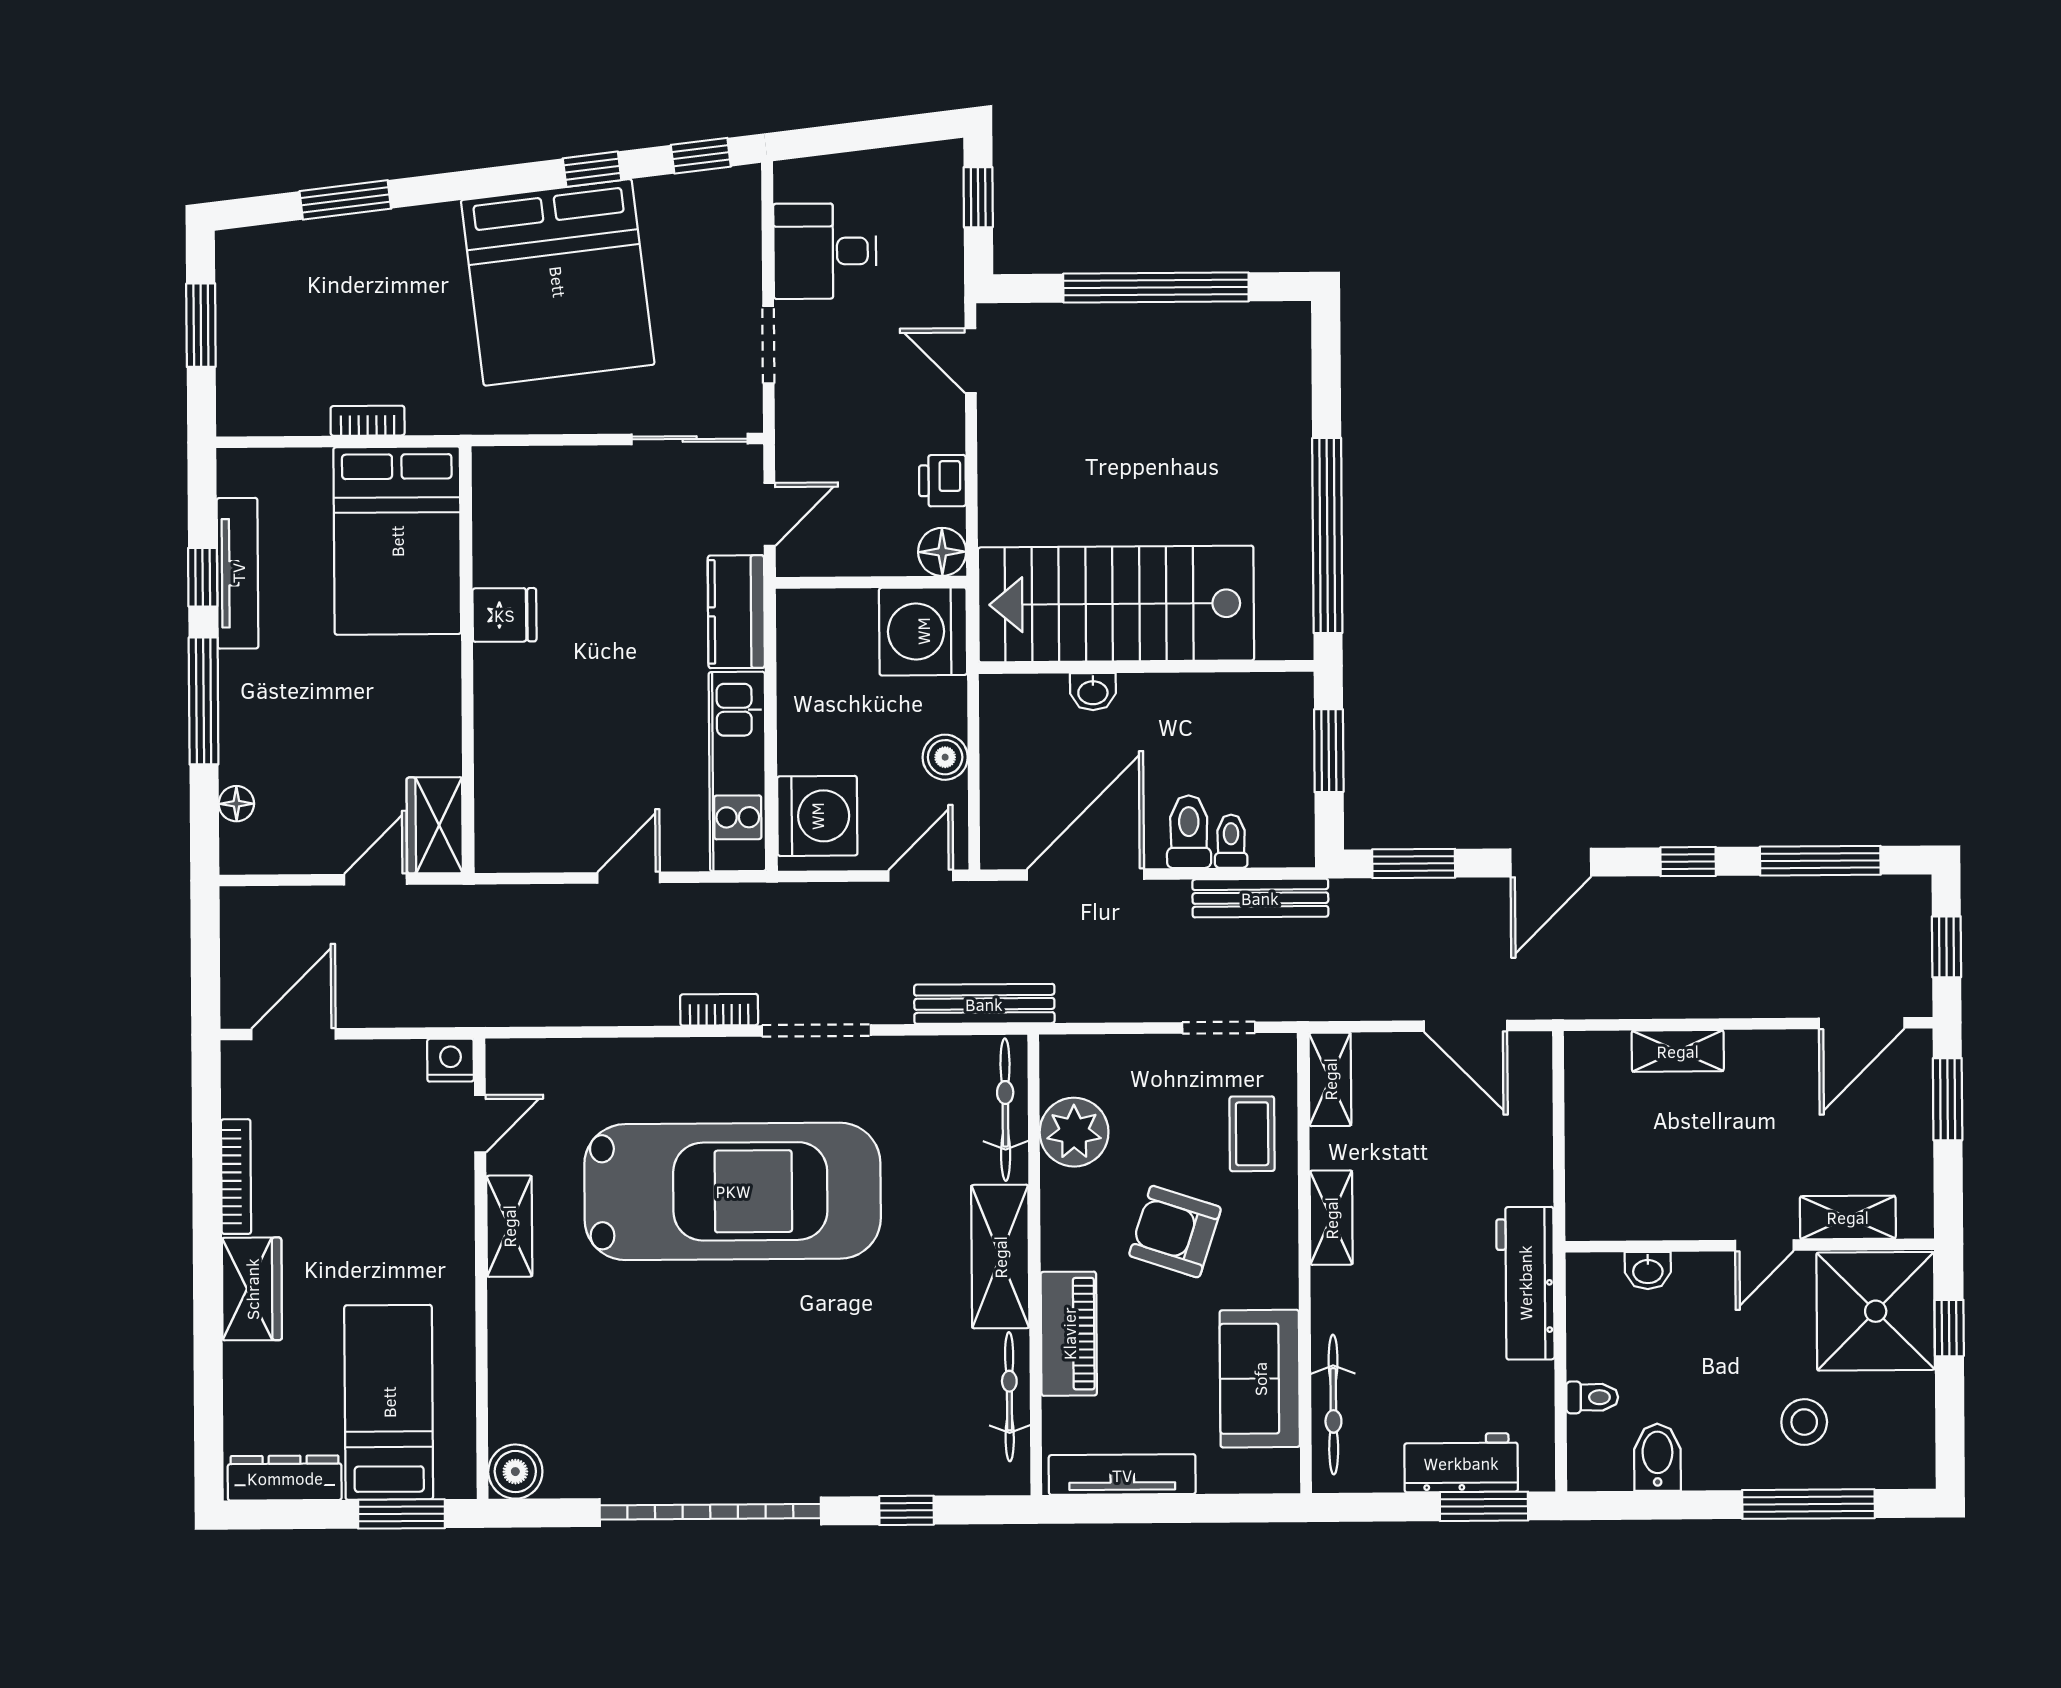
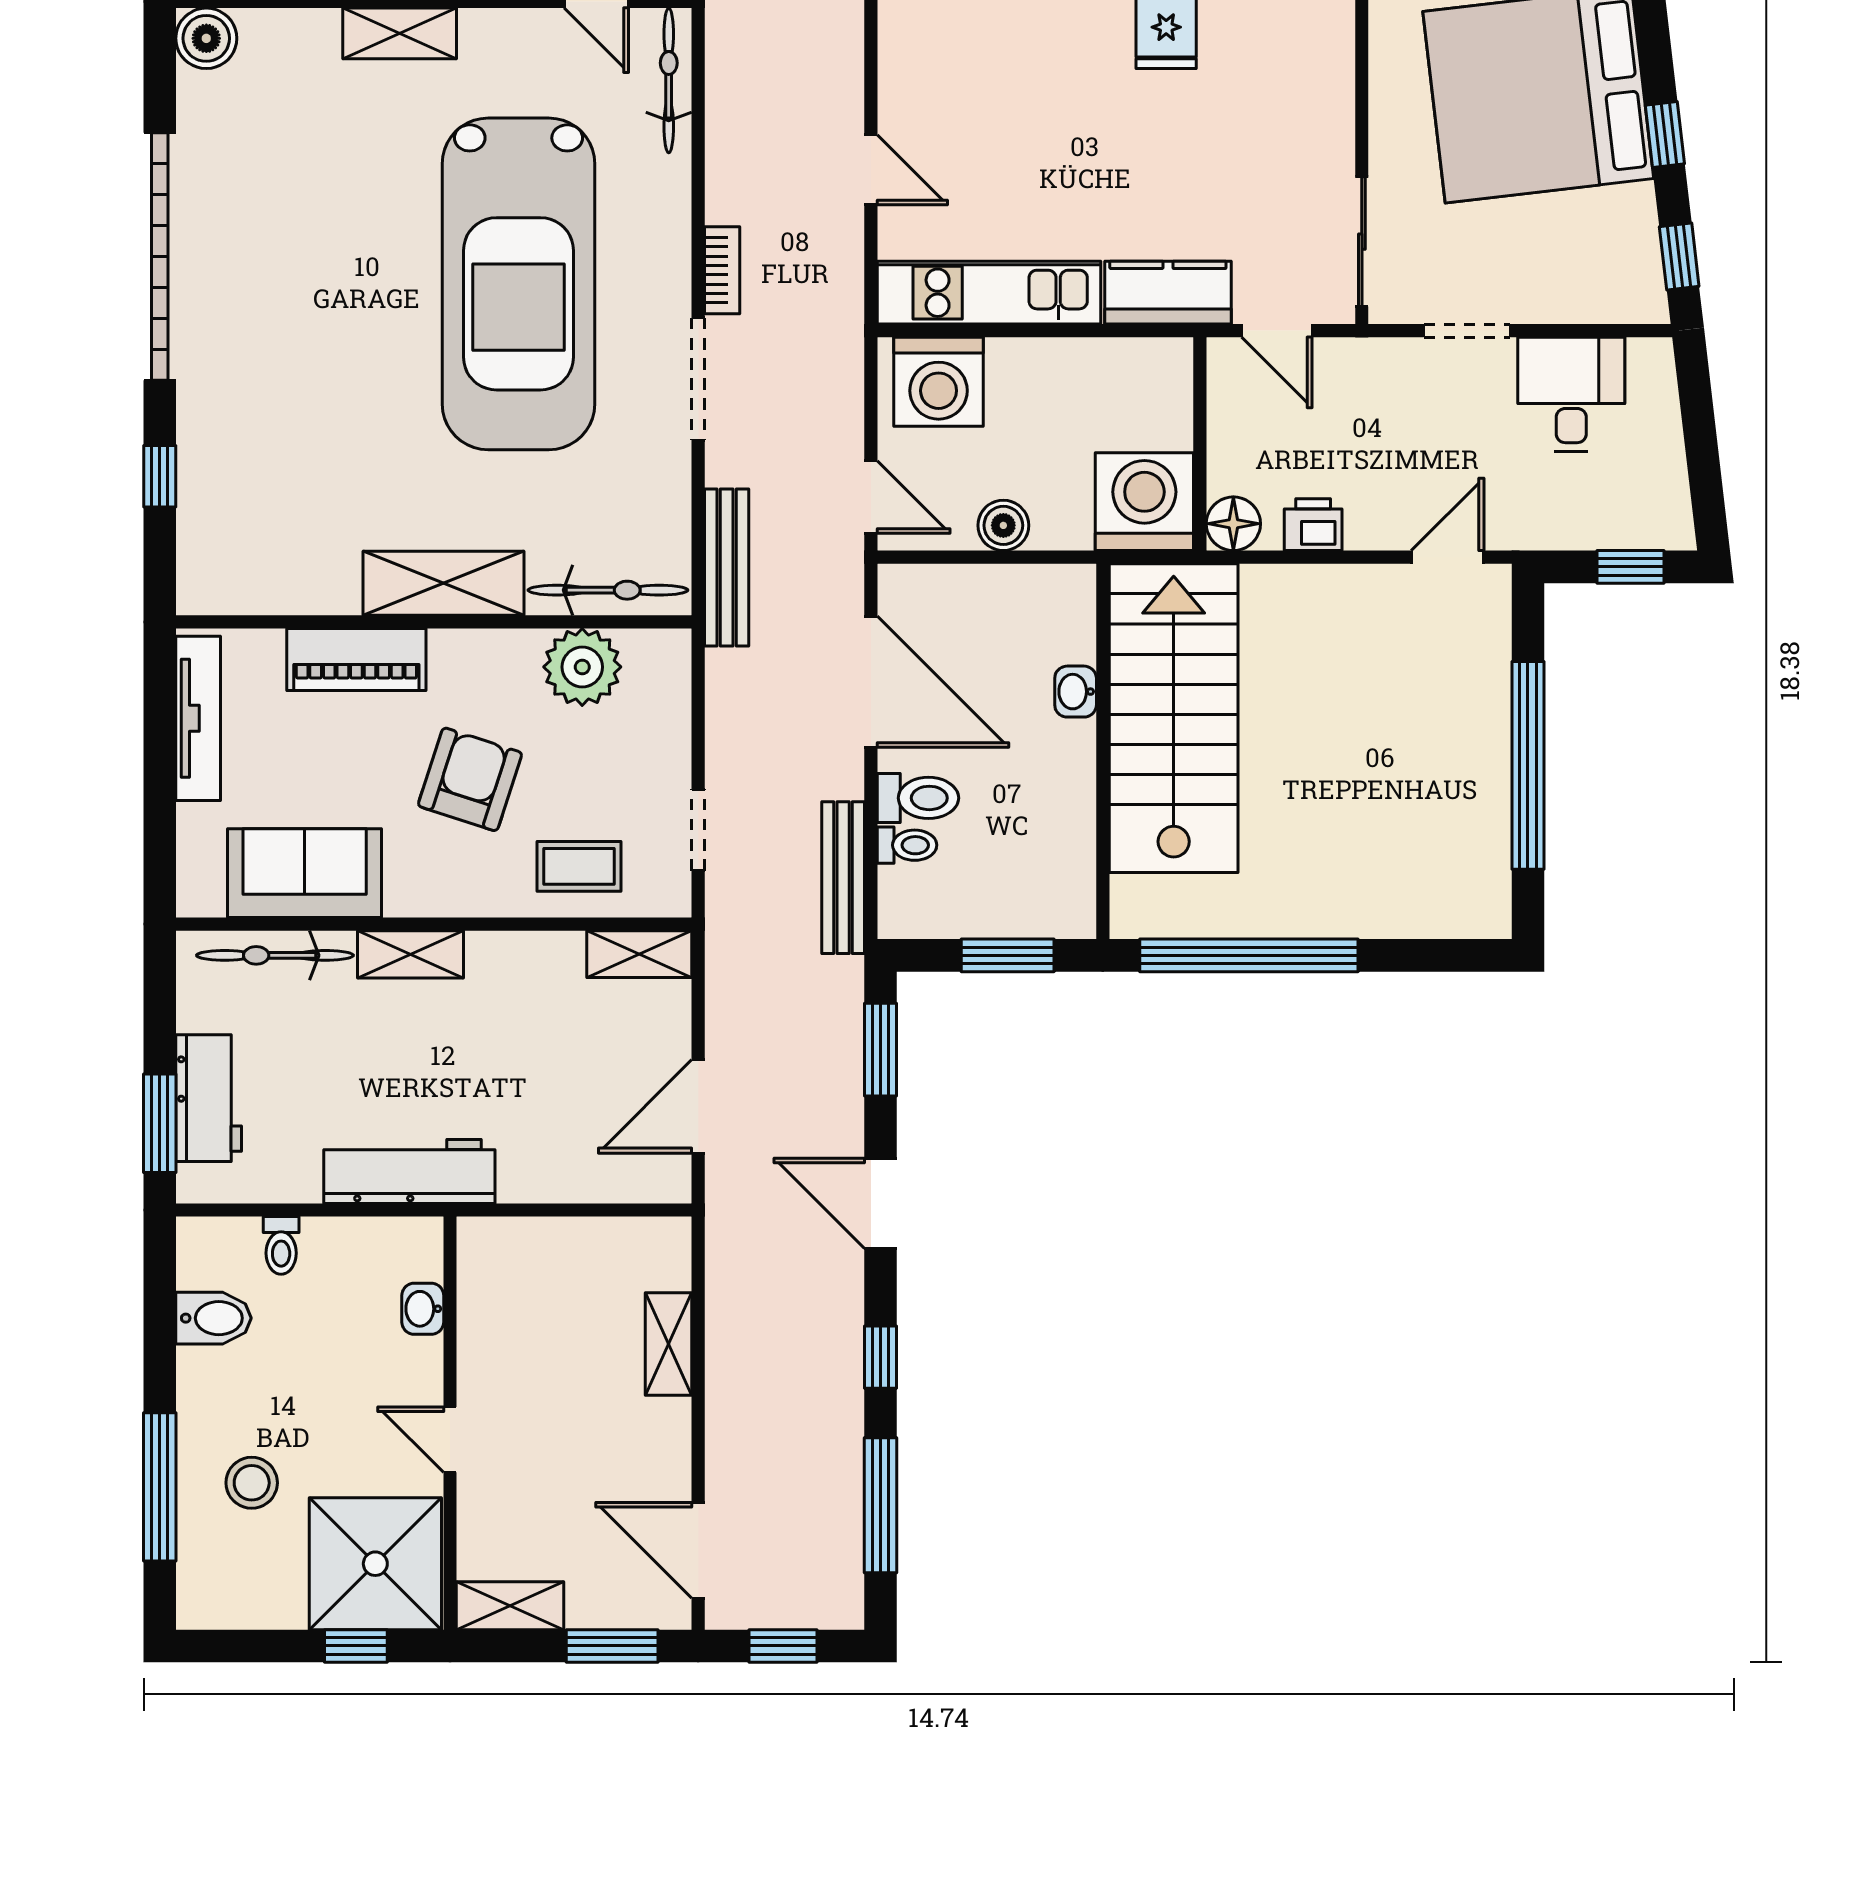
shelving: (1848, 1217) -> (510, 1606), moved, turned 90
shelving: (1331, 1218) -> (411, 954), moved
shelving: (509, 1226) -> (400, 33), moved
bicycle: (1009, 1397) -> (669, 80), moved, turned -90

